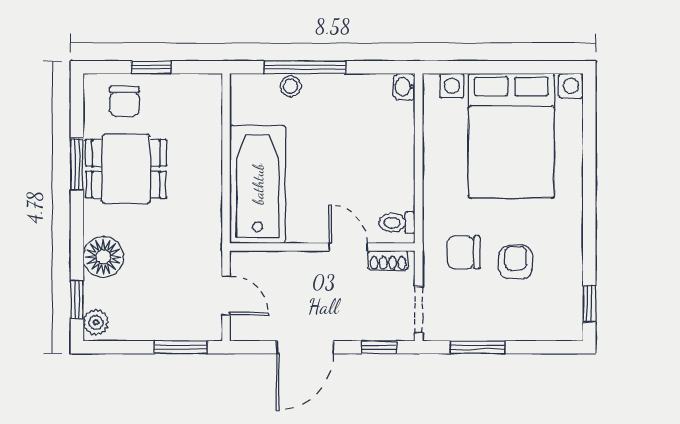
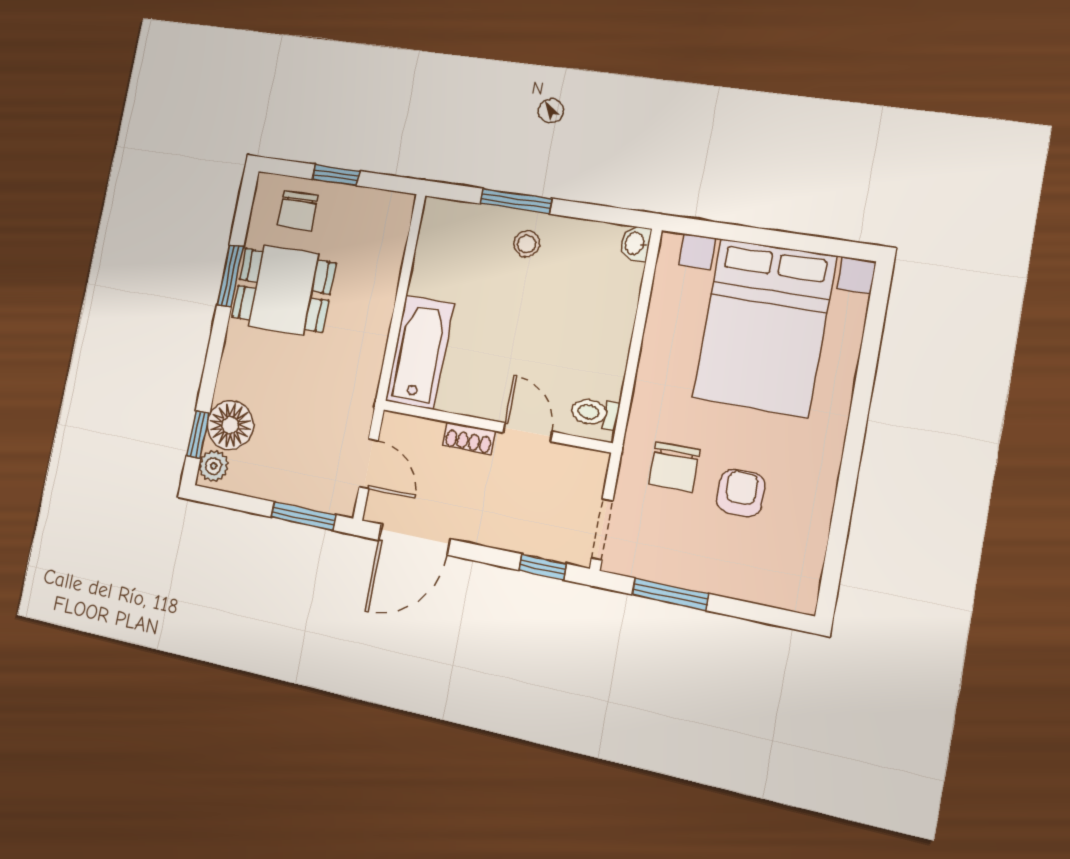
window: (305, 67) -> (516, 201), width x0.69
stool: (290, 86) -> (527, 244), moved
bathtub: (258, 184) -> (420, 352), width x0.73, depth x0.73
chair: (464, 252) -> (674, 467), turned -90
floor lamp: (103, 257) -> (230, 425), moved
shoe rack: (388, 260) -> (469, 438), moved
window: (589, 304) -> (832, 568), removed
door: (305, 347) -> (414, 540), moved

